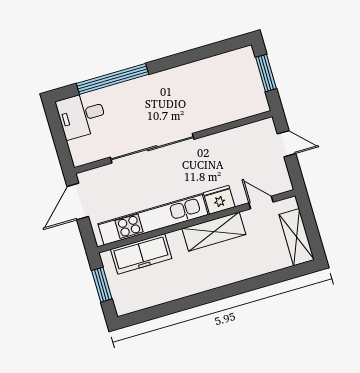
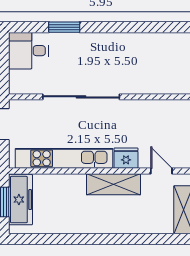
window: (112, 79) -> (64, 27), width x0.47
freezer: (141, 254) -> (20, 200), moved, turned -90

